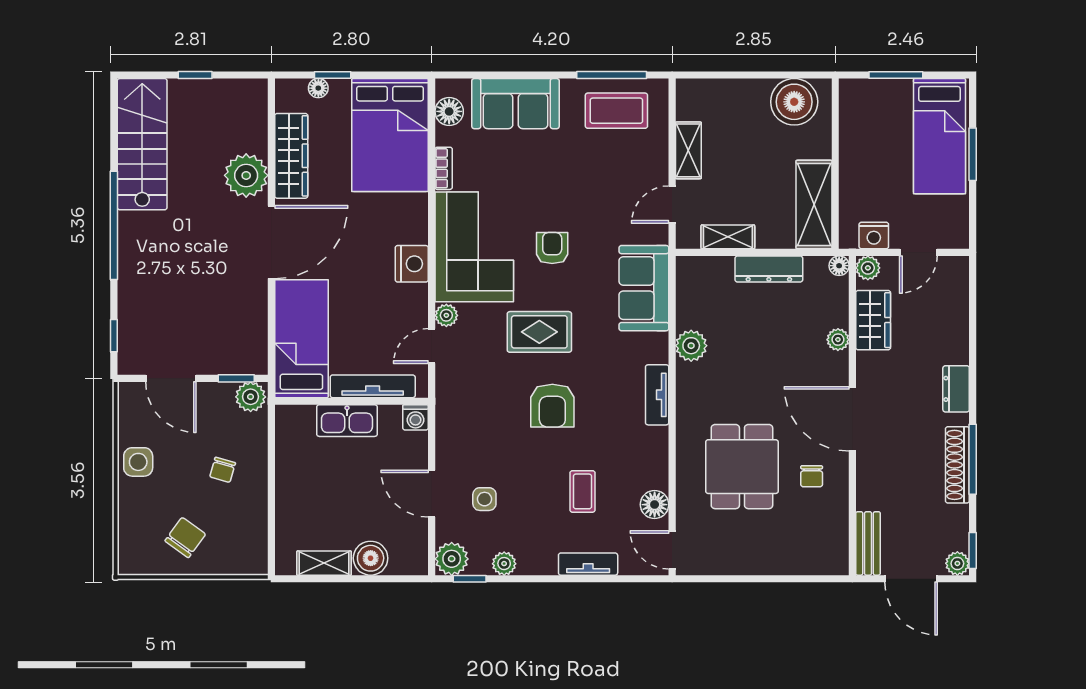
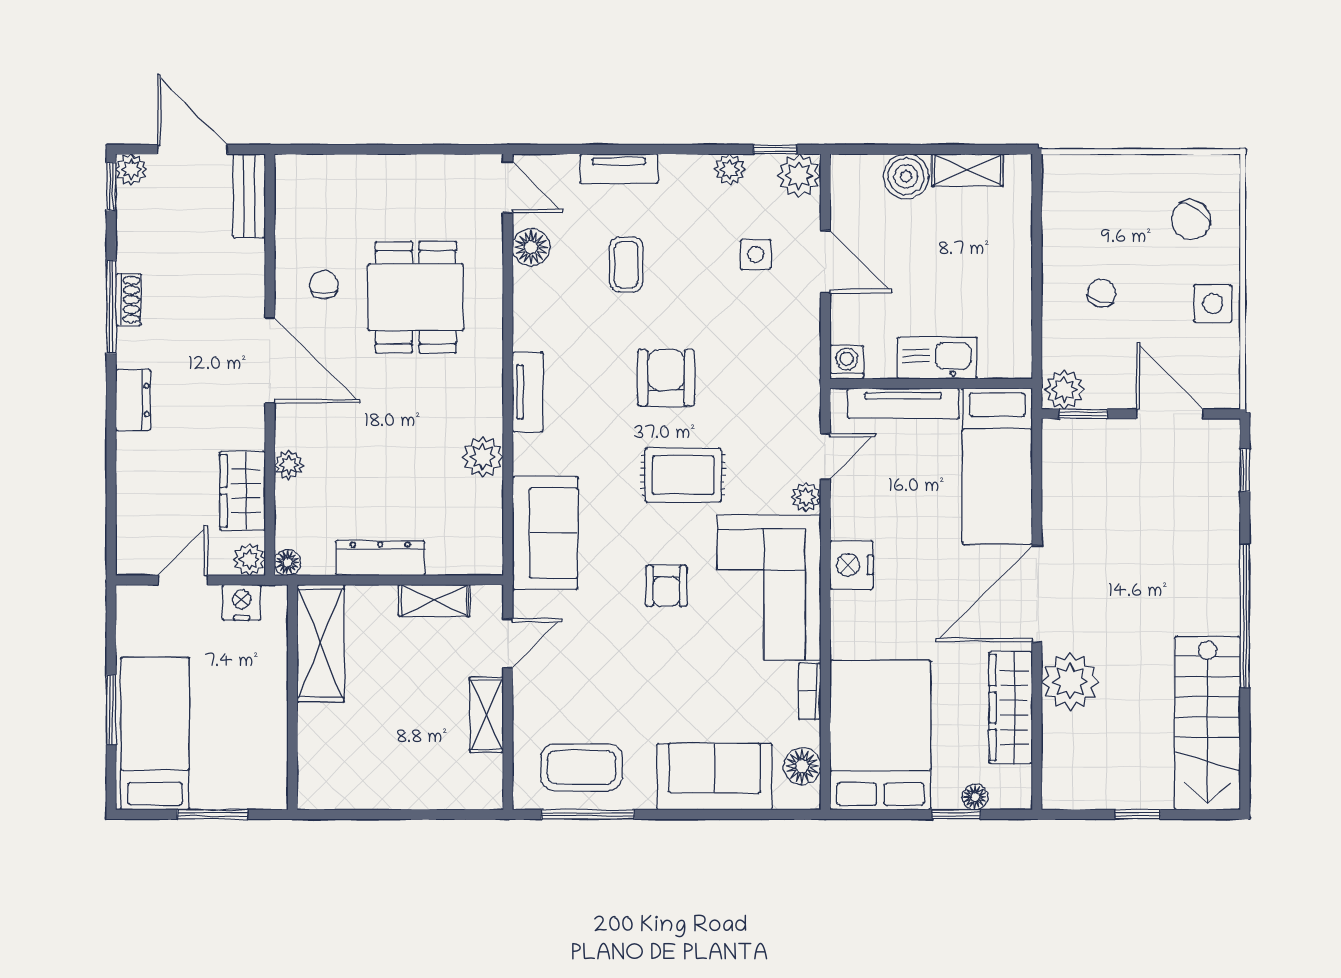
boiler: (794, 102) -> (347, 779), removed
shoe rack: (957, 465) -> (128, 300), width x0.51, depth x0.81
chair: (185, 537) -> (1191, 220), moved

